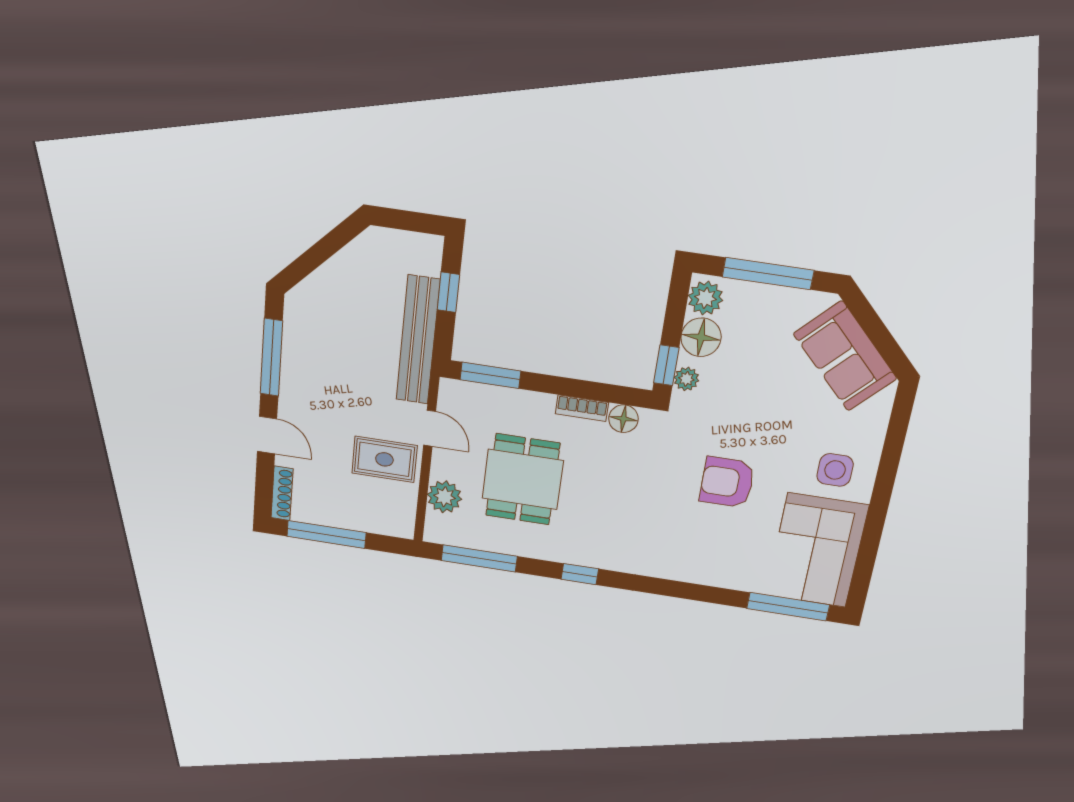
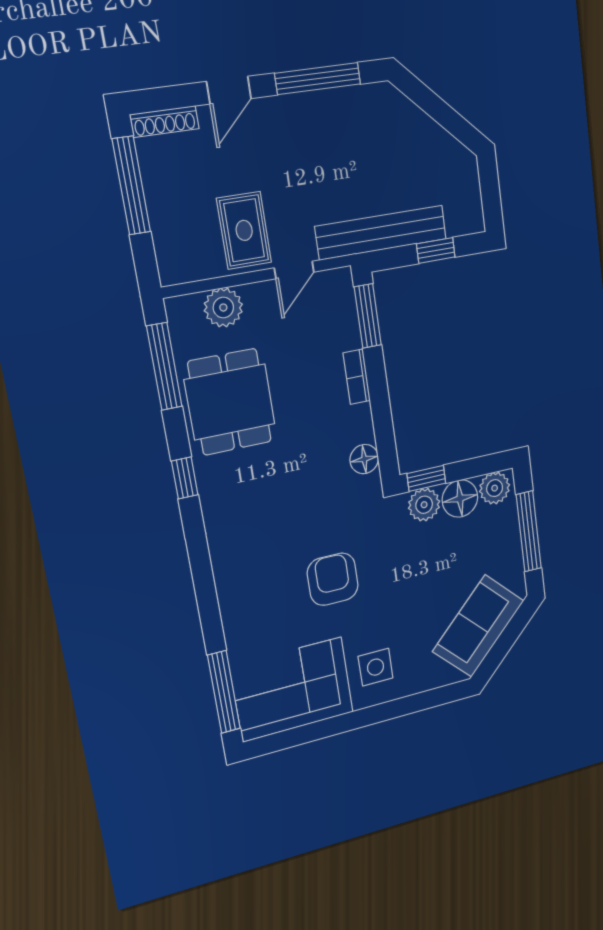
plant: (686, 379) -> (424, 505), width x1.38, depth x1.38
bookcase: (582, 408) -> (357, 377), moved
dining table: (523, 479) -> (230, 402), moved, turned 90

